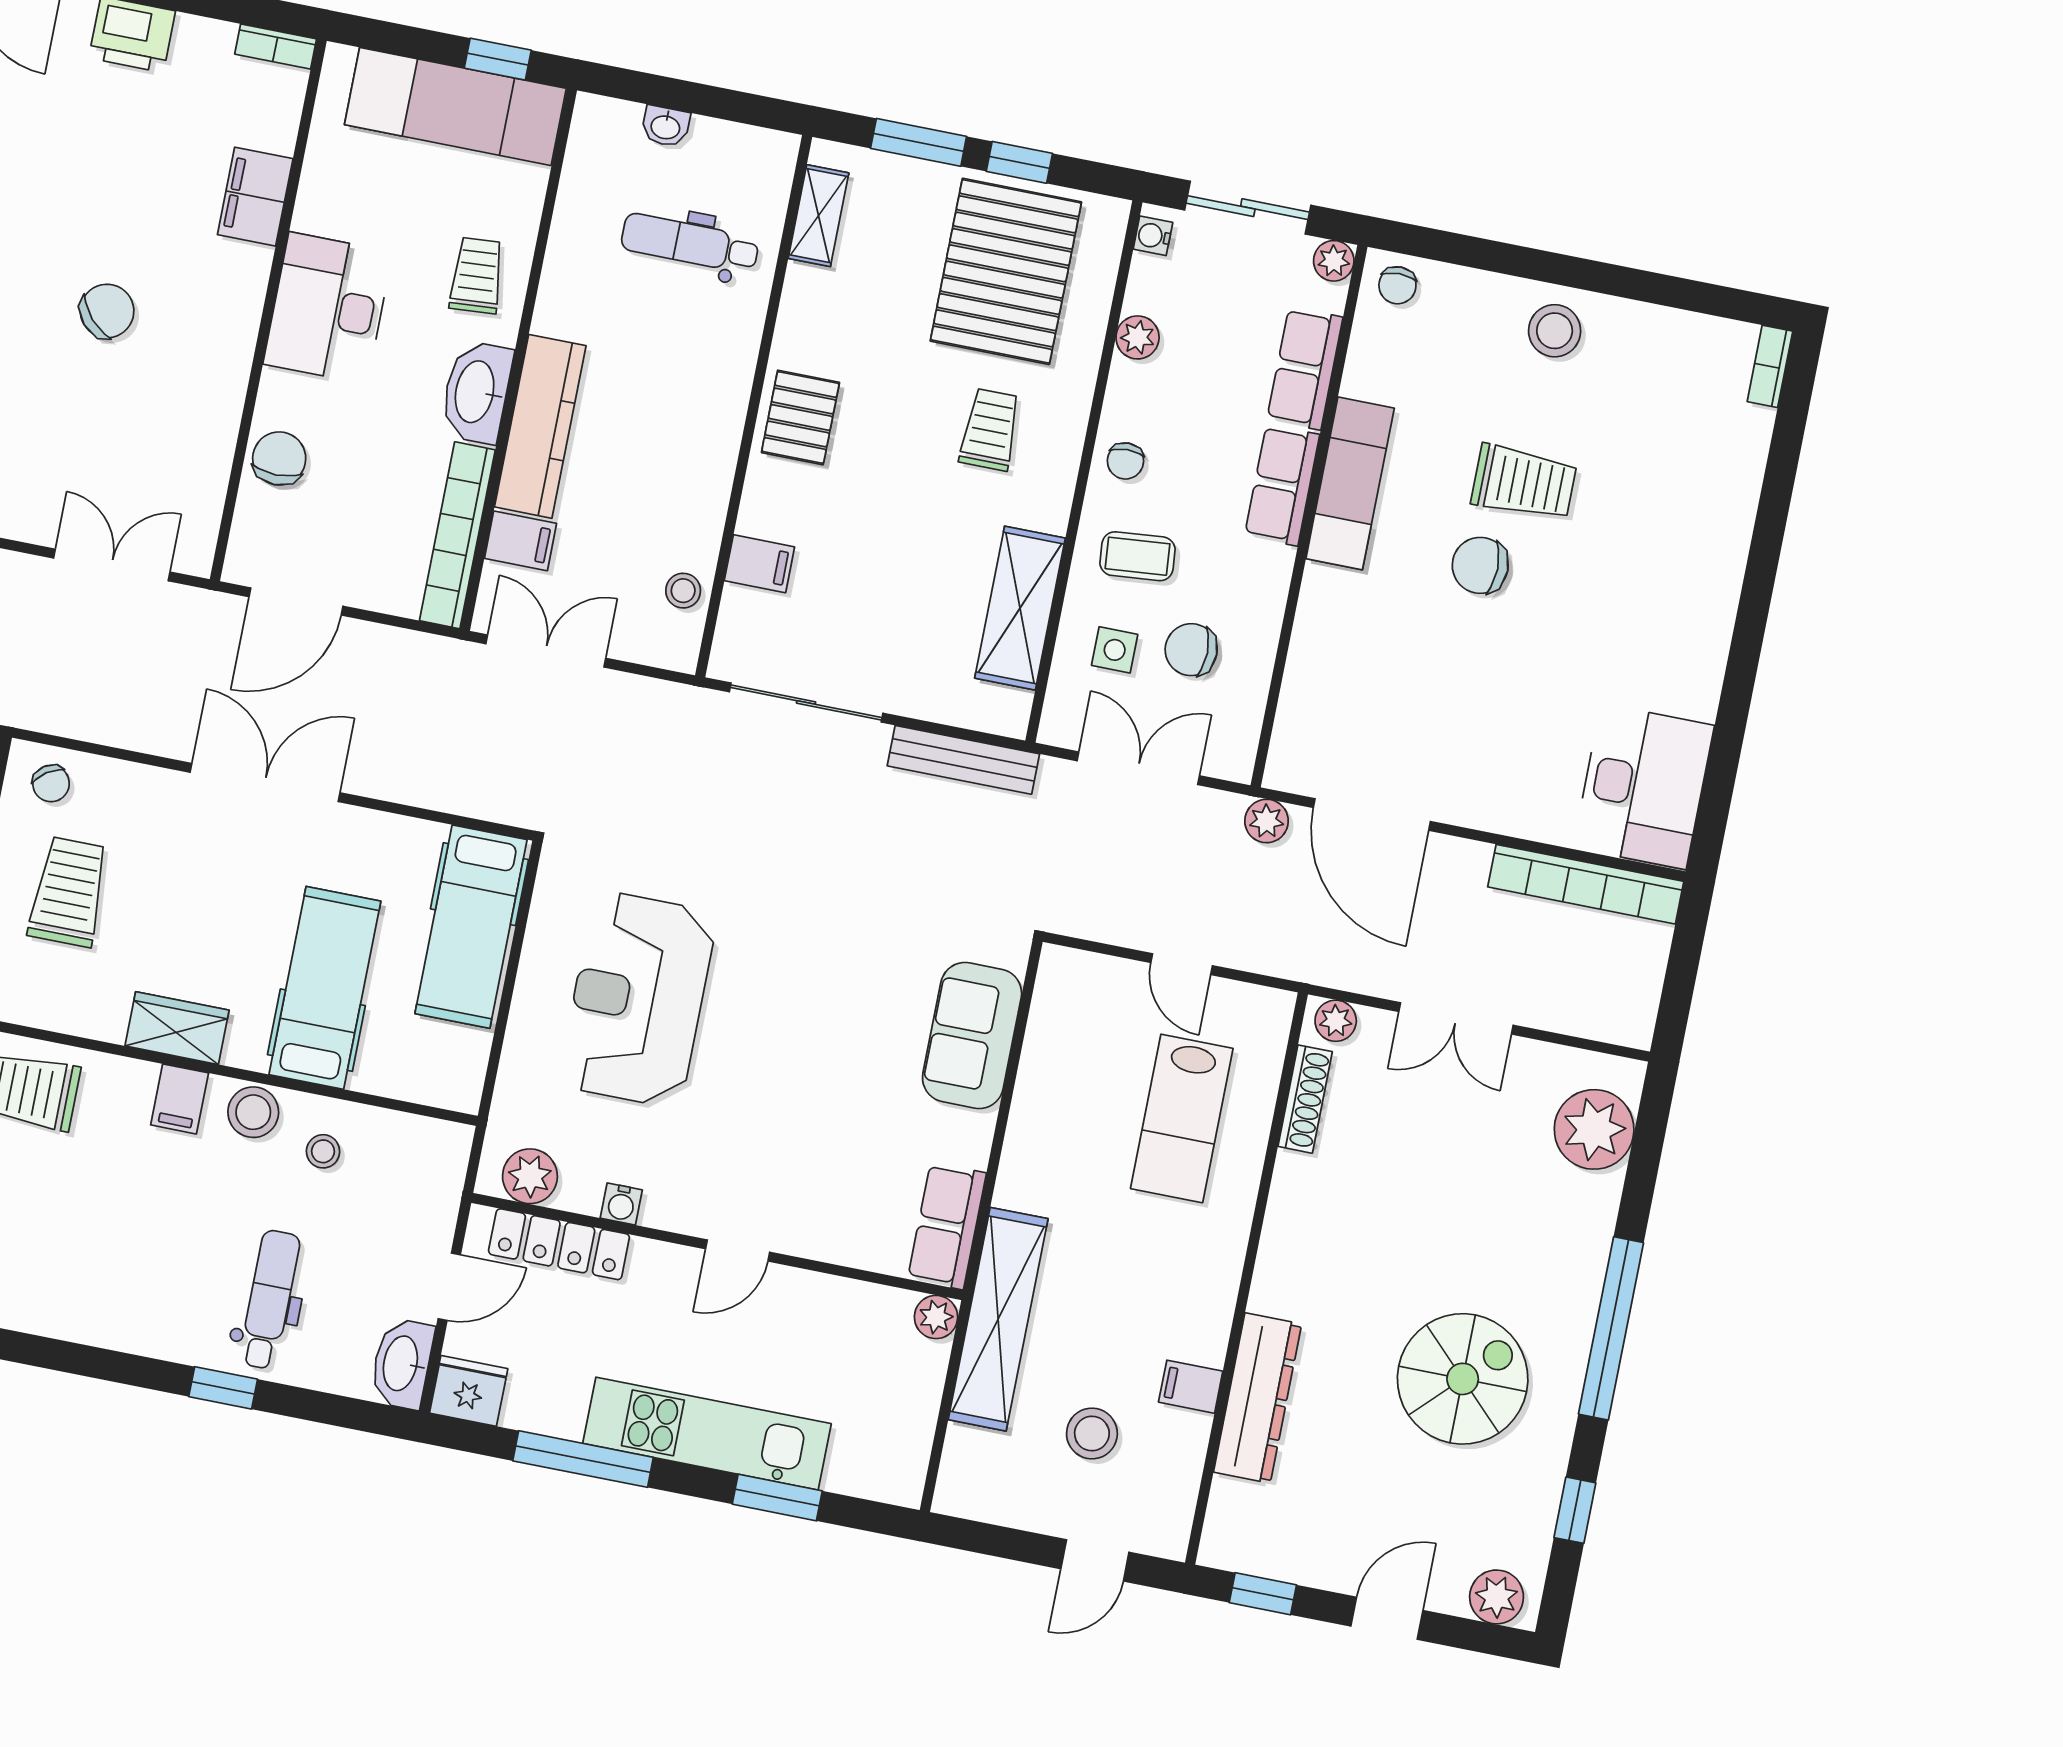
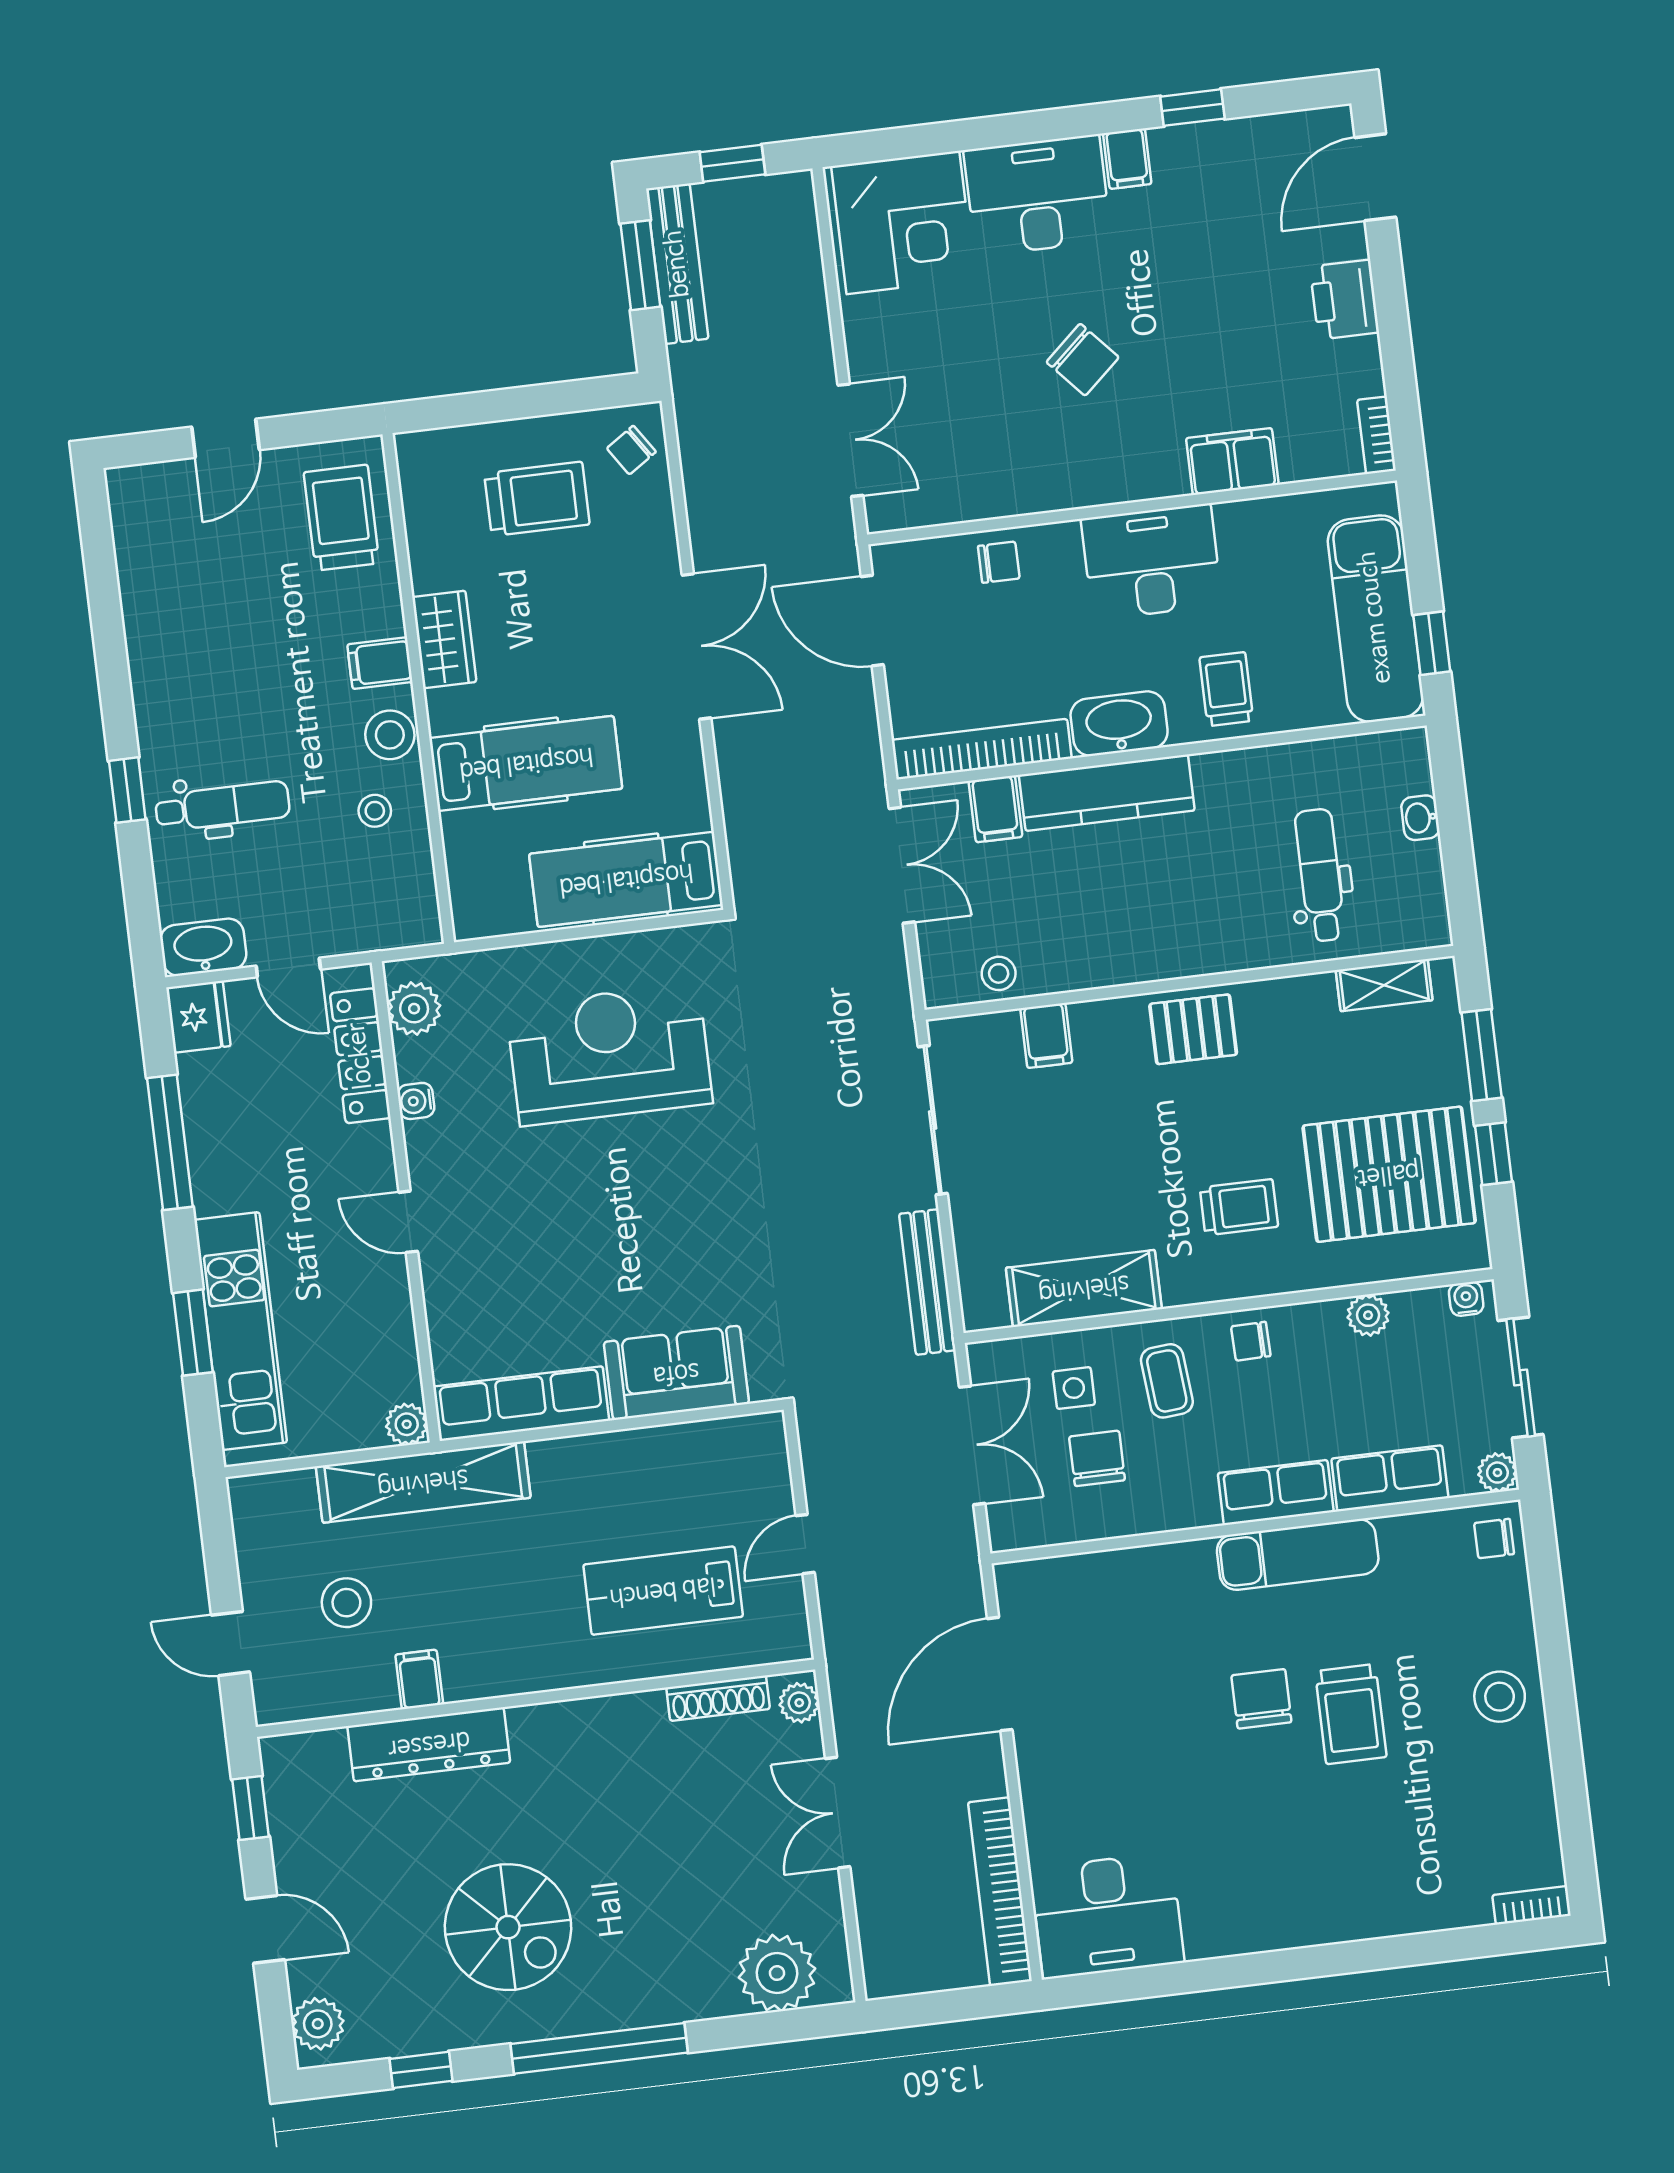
trolley: (477, 275) -> (1226, 689), turned -86
chair: (279, 458) -> (999, 562), width x0.73, depth x0.73
plant: (1267, 821) -> (962, 1579), removed
row of seats: (947, 1226) -> (521, 1404), width x1.48
kitchen unit: (707, 1434) -> (241, 1331), moved

